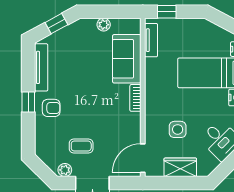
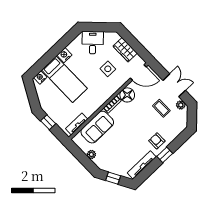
window: (167, 12) -> (48, 122), moved
floor lamp: (130, 123) -> (127, 95), added

